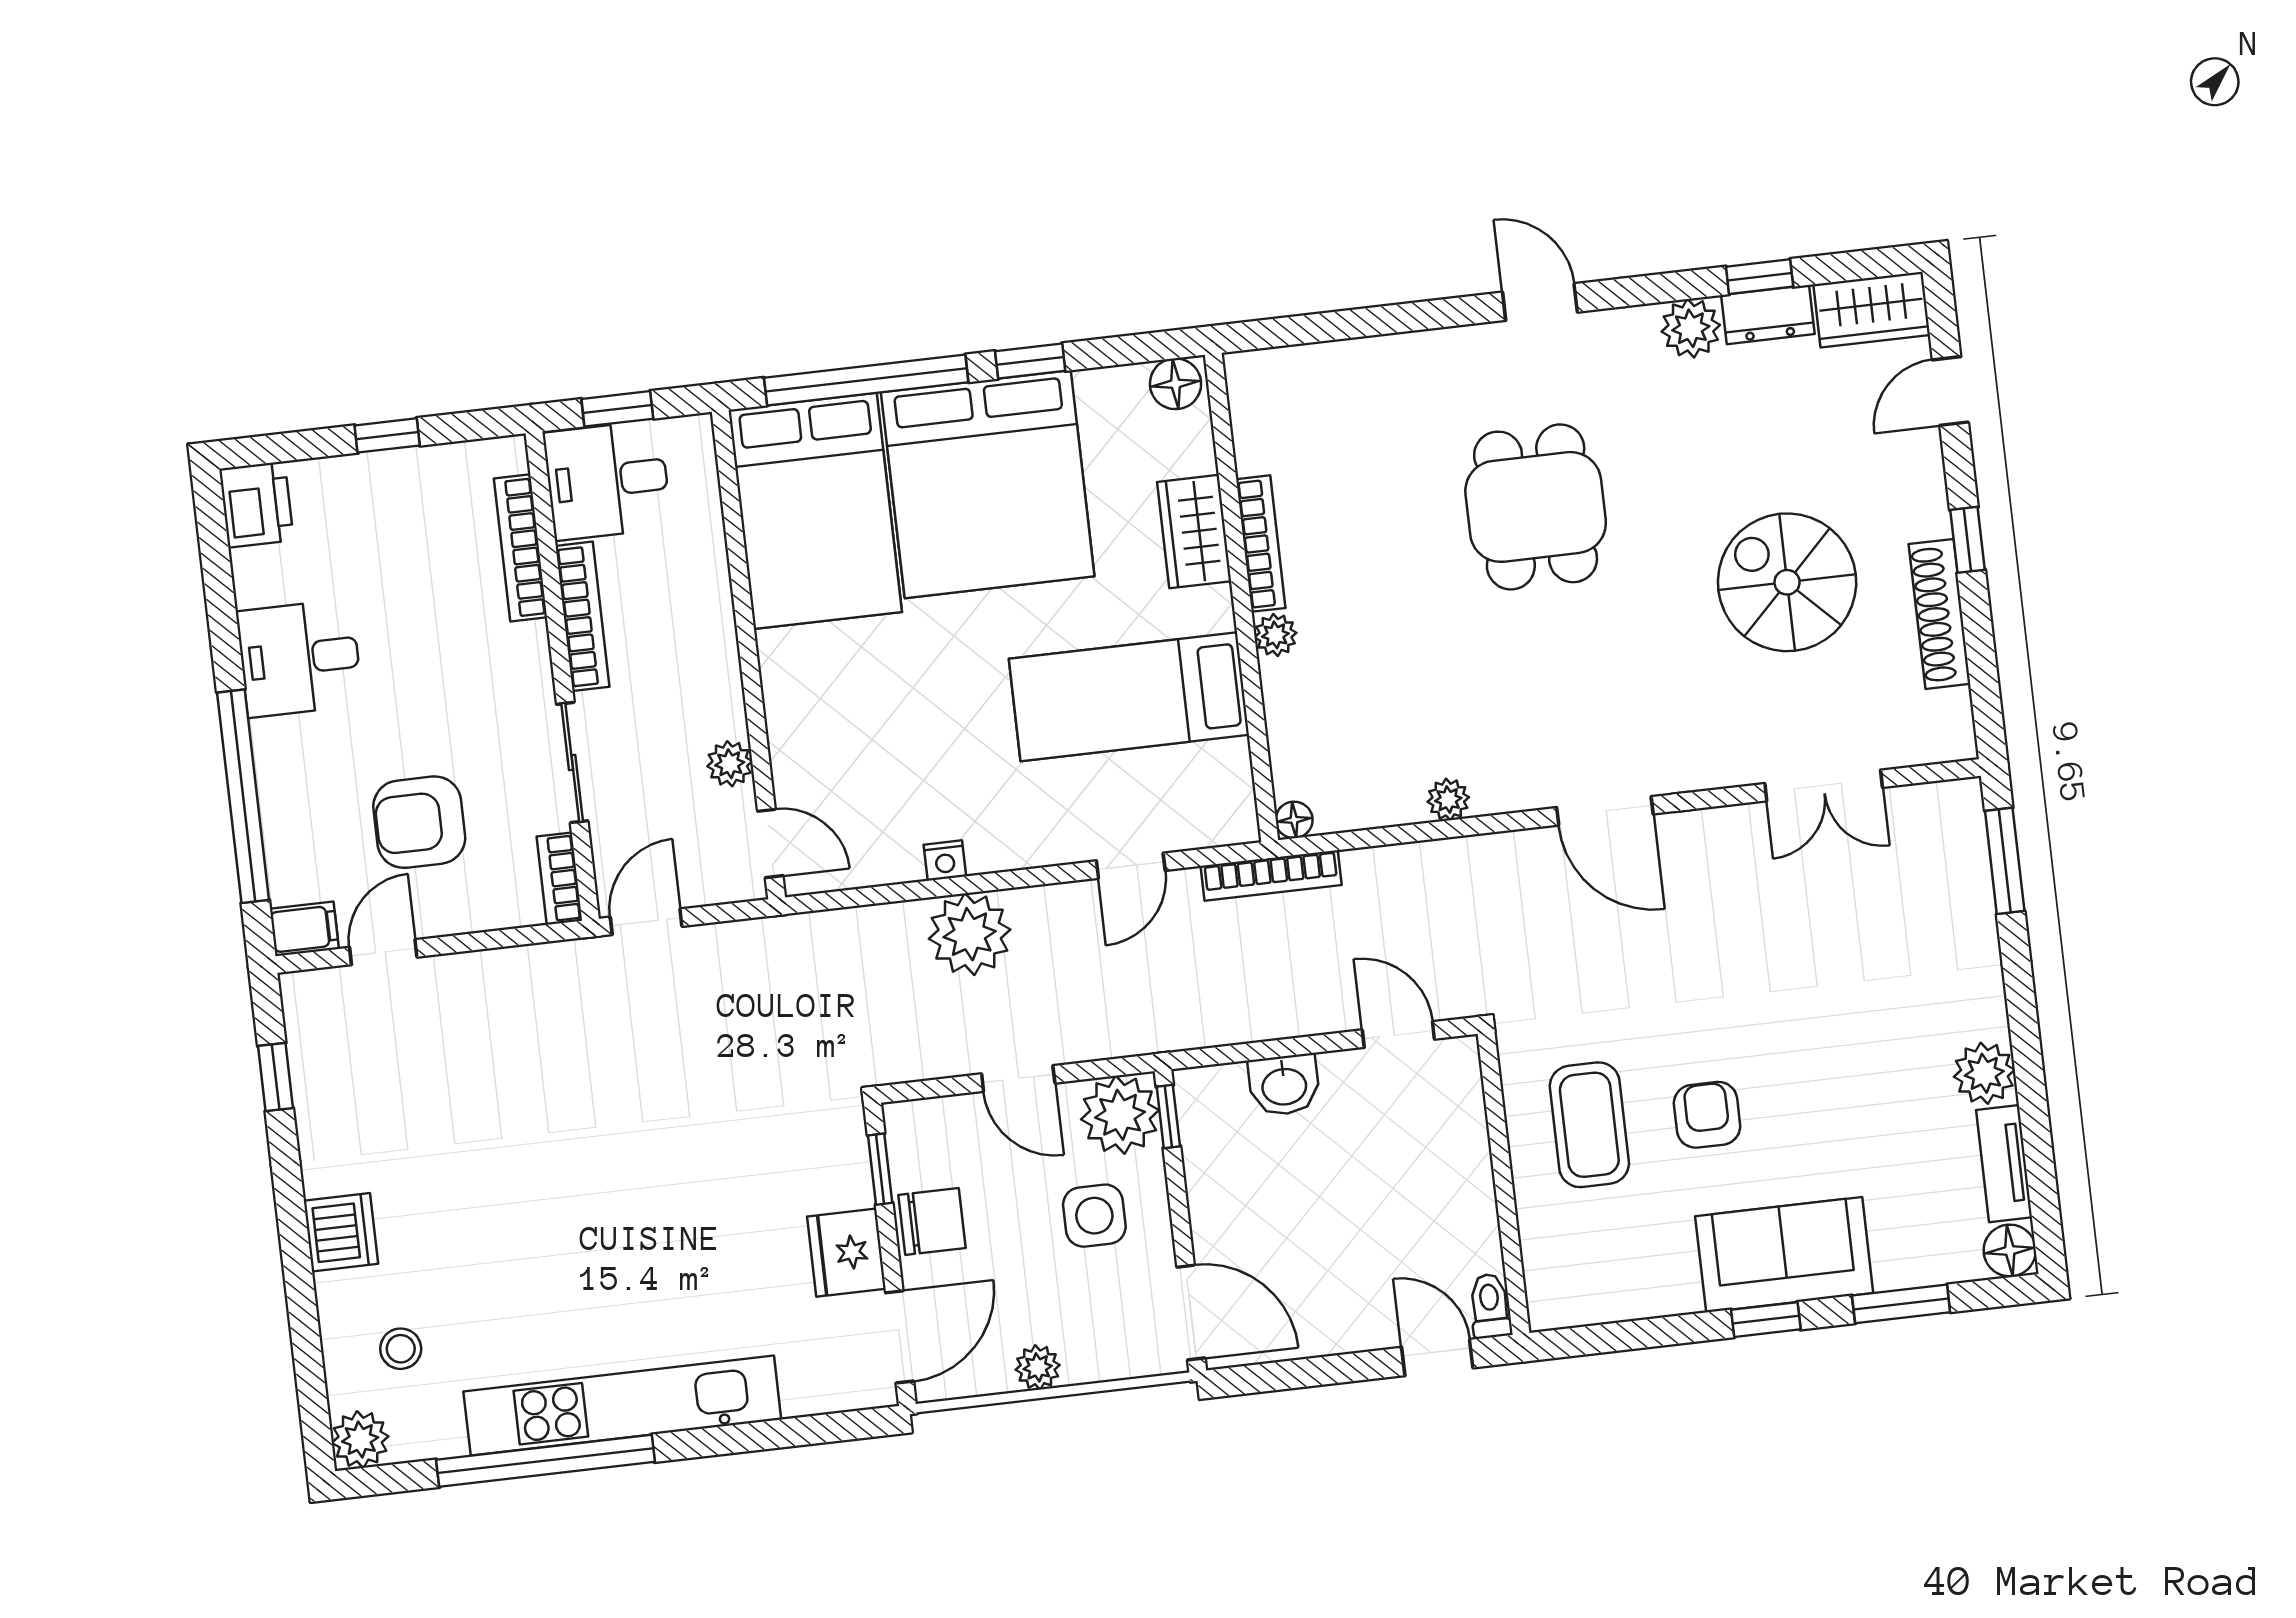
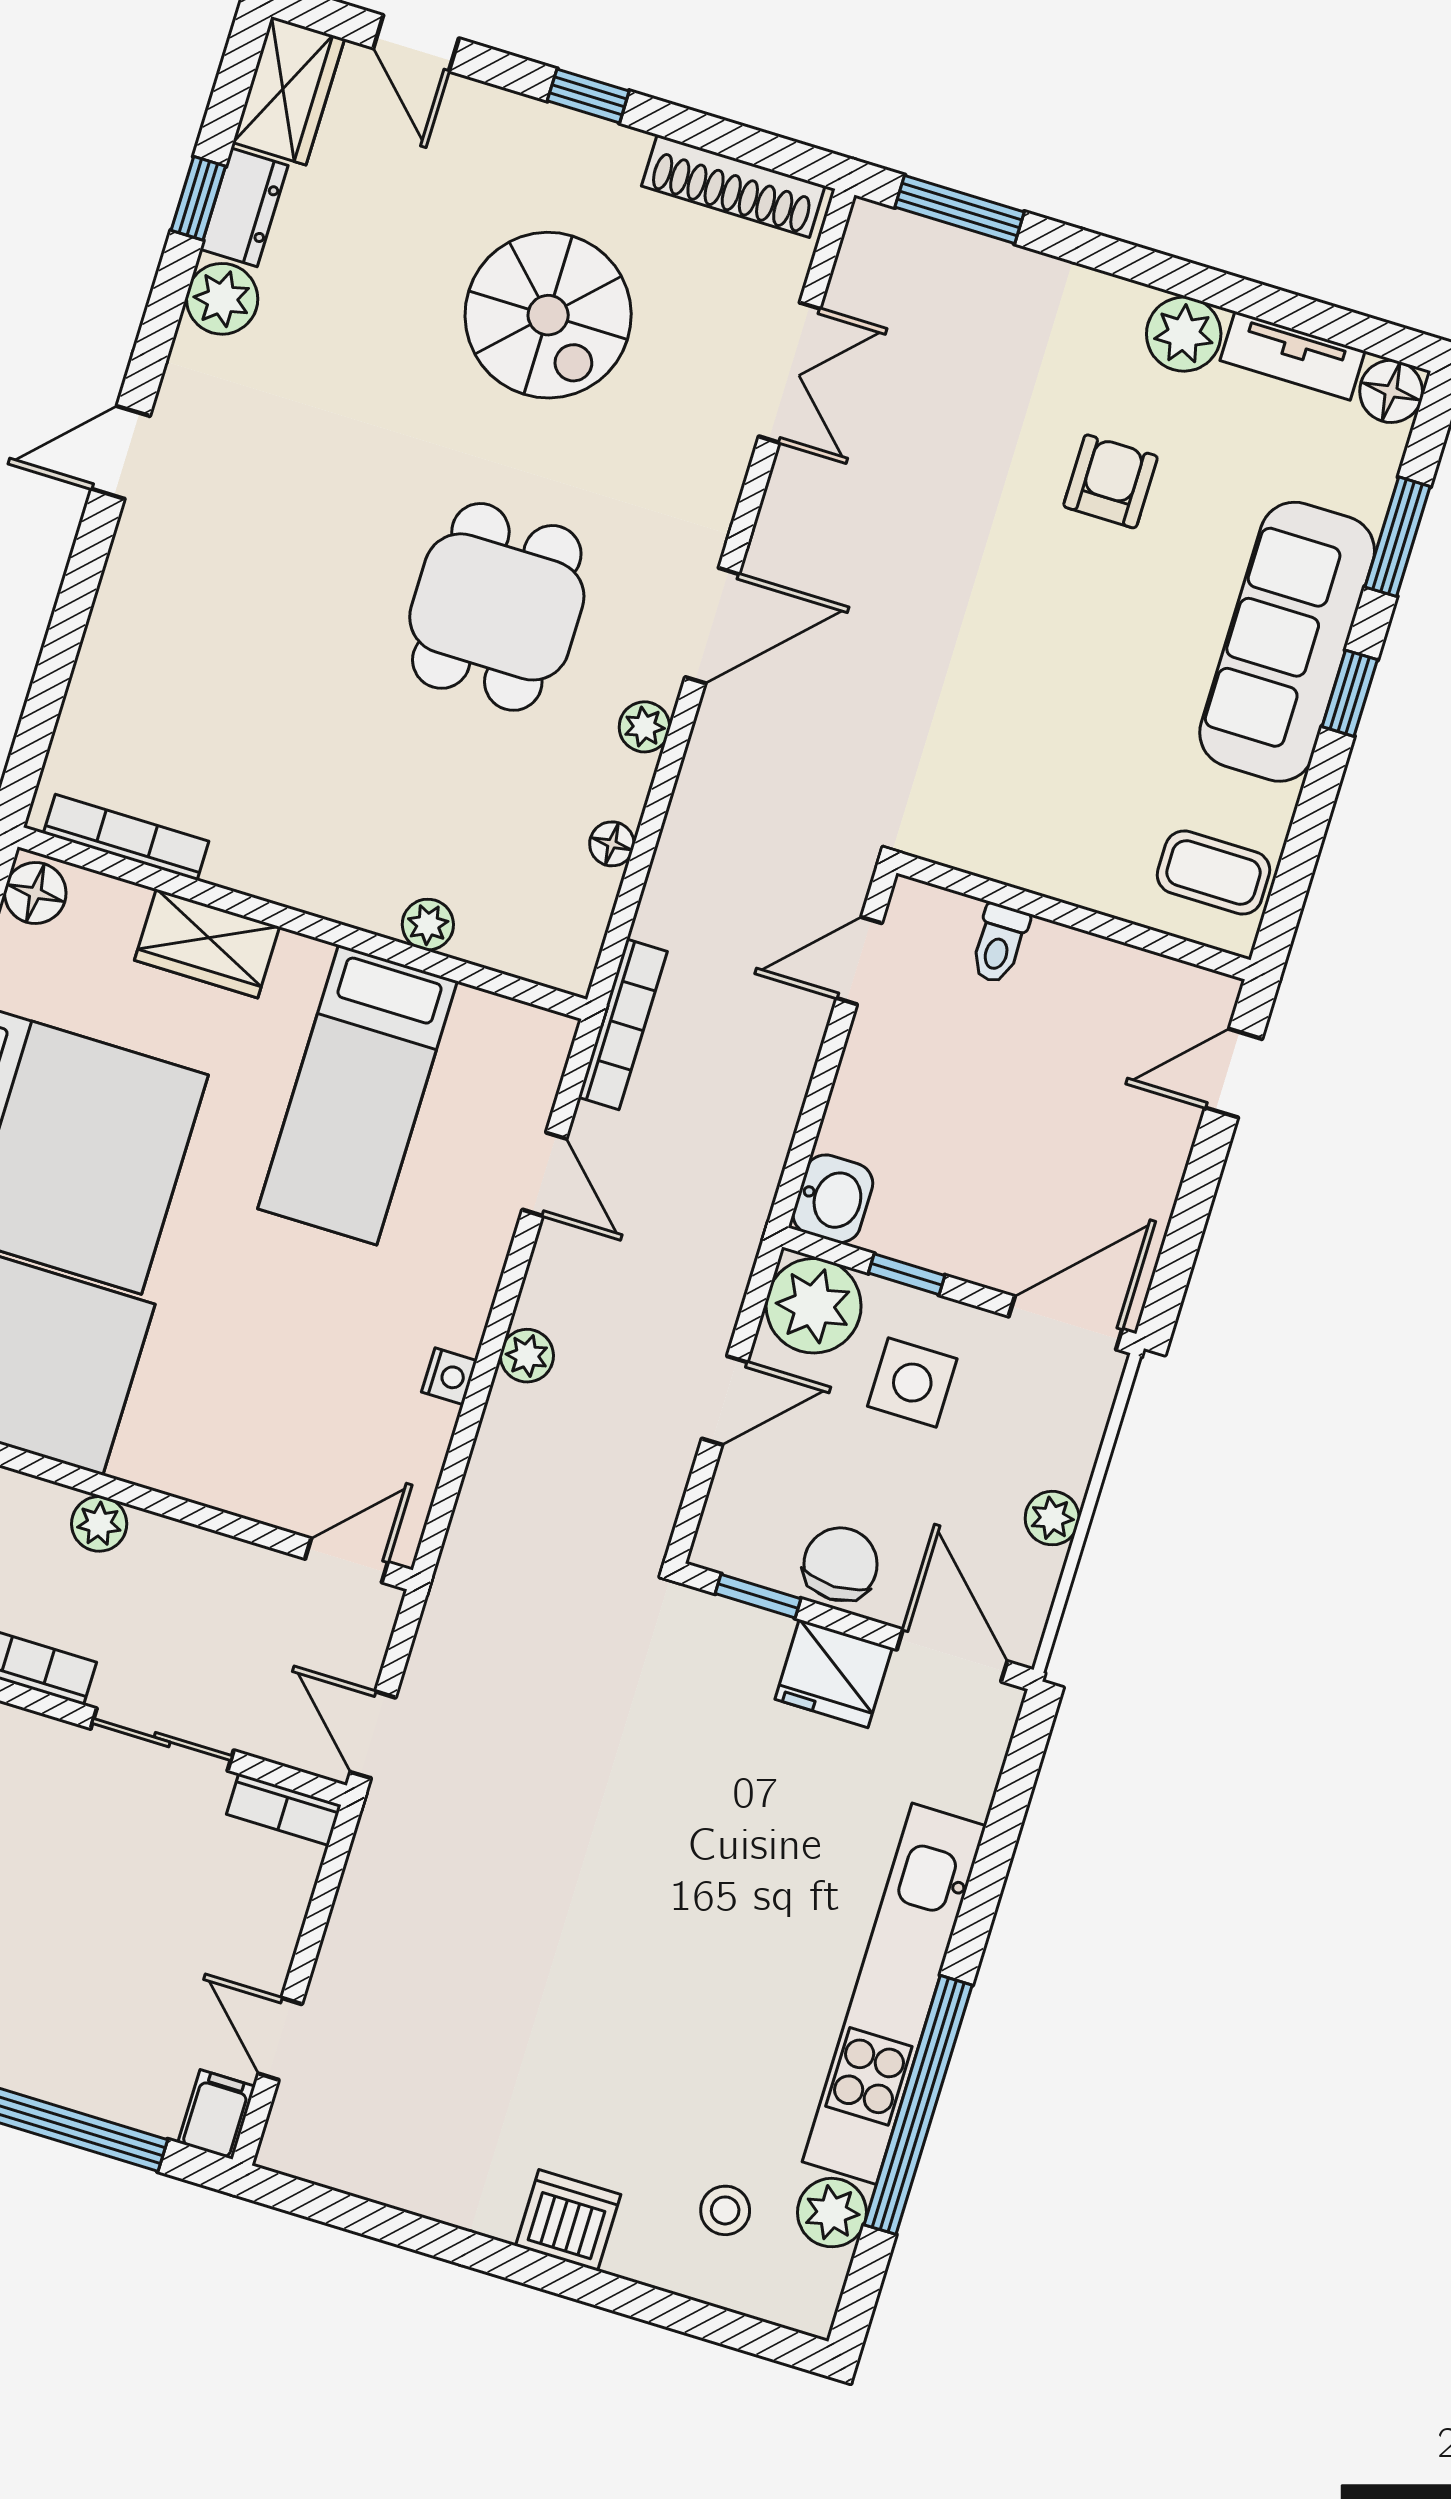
dining table: (1536, 507) -> (497, 607), moved, turned 90
bookcase: (1261, 544) -> (126, 837), moved
spiral stairs: (1787, 582) -> (548, 315), turned -90
shoe rack: (1940, 614) -> (733, 186), moved
plant: (1275, 635) -> (428, 925), moved
plant: (730, 764) -> (99, 1524), moved
plant: (1448, 800) -> (644, 727), moved
floor lamp: (1294, 820) -> (612, 844), moved
armchair: (419, 822) -> (154, 1937), removed
plant: (970, 934) -> (527, 1356), width x0.53, depth x0.53
window: (276, 1077) -> (366, 2218), removed
washbasin: (1284, 1085) -> (833, 1199), moved
armchair: (1707, 1115) -> (1110, 481), moved, turned 90
window: (1168, 1116) -> (907, 1274), moved
coffee table: (1589, 1125) -> (1213, 873), moved, width x0.73, depth x0.77
sofa: (1784, 1255) -> (1287, 642), width x1.36
toilet: (1490, 1306) -> (999, 944), moved, turned -90
plant: (360, 1439) -> (832, 2213), moved

